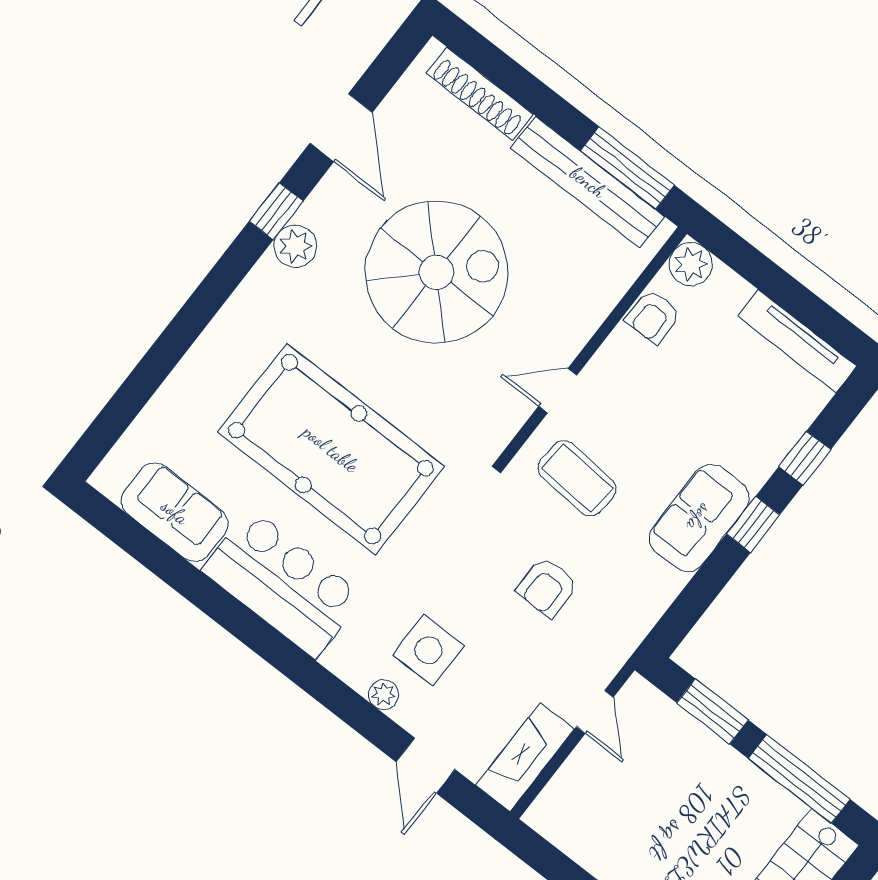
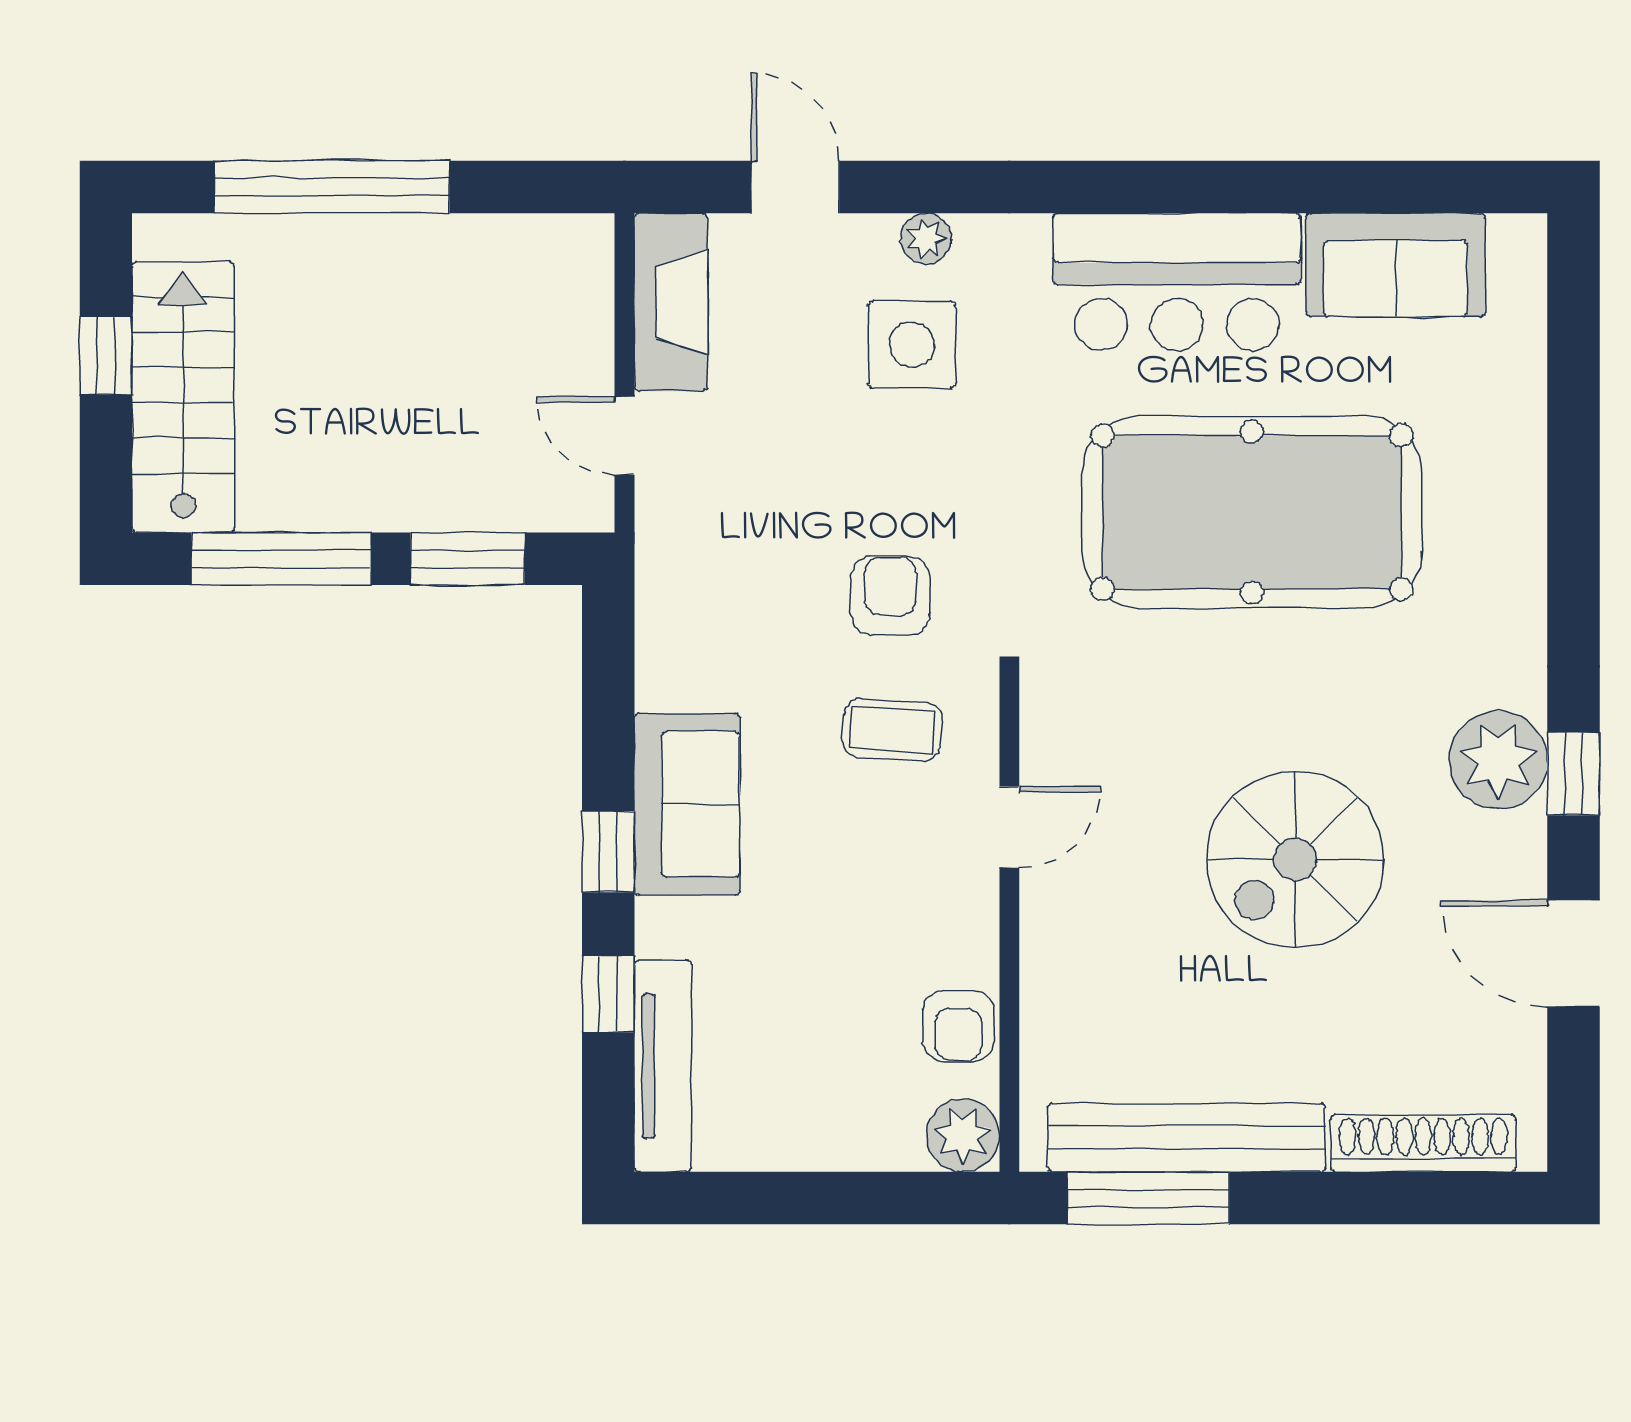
plant: (295, 246) -> (1498, 760), width x1.36, depth x1.36
spiral stairs: (437, 272) -> (1295, 859), width x0.73, depth x0.73
armchair: (653, 317) -> (959, 1026), turned 180
tv unit: (797, 341) -> (663, 1066), moved, turned 90
coffee table: (577, 478) -> (892, 730), width x0.73, depth x0.77
armchair: (547, 587) -> (890, 596), moved

